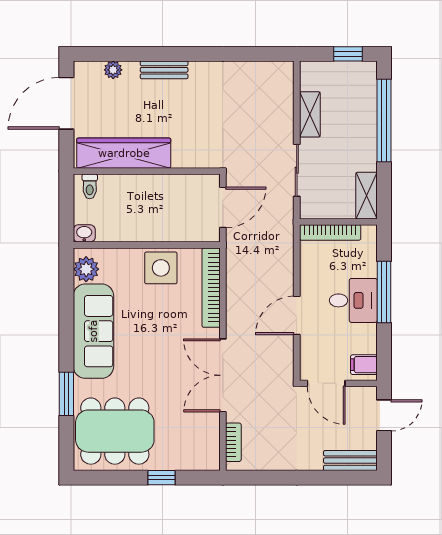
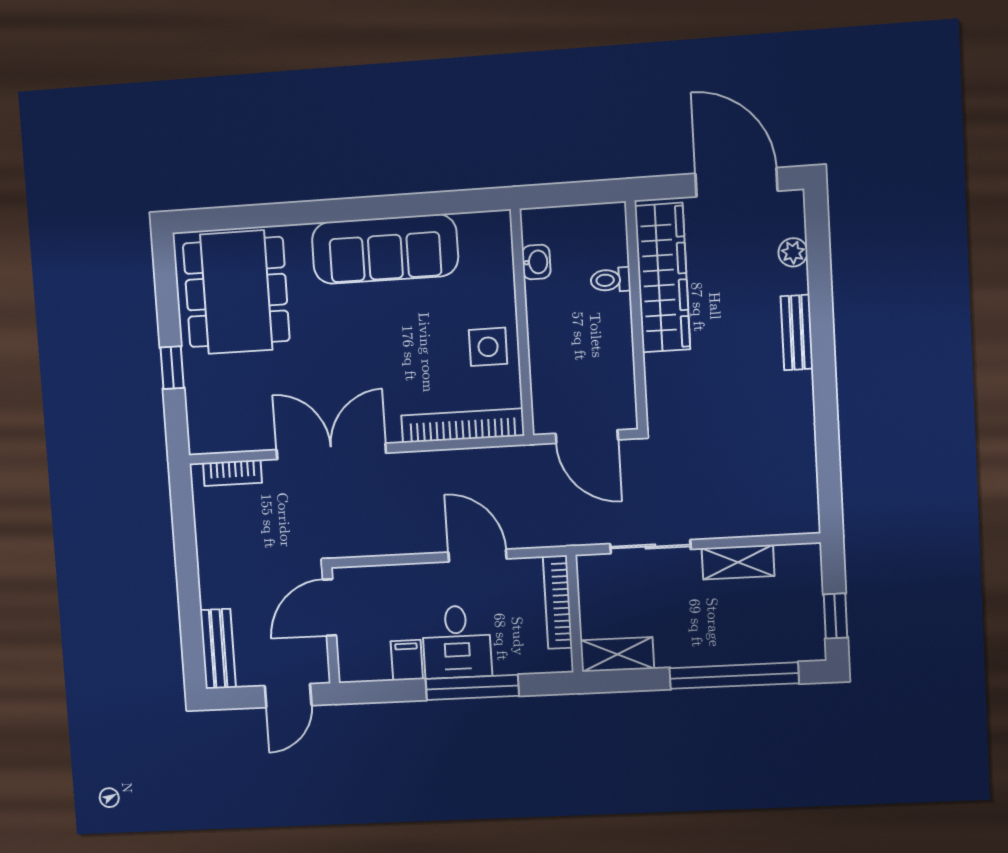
toilet: (90, 186) -> (611, 280), moved
washbasin: (84, 233) -> (536, 262), moved
side table: (161, 268) -> (488, 347), width x0.73, depth x0.73
plant: (86, 269) -> (479, 231), removed
door: (297, 315) -> (477, 556), moved
filing cabinet: (364, 365) -> (407, 660), moved
window: (66, 394) -> (287, 214), removed
door: (384, 415) -> (288, 696), hinge flipped

